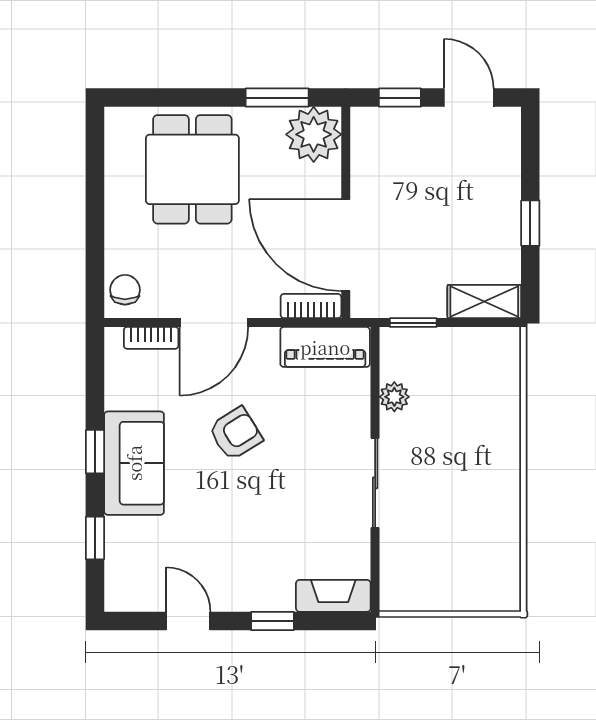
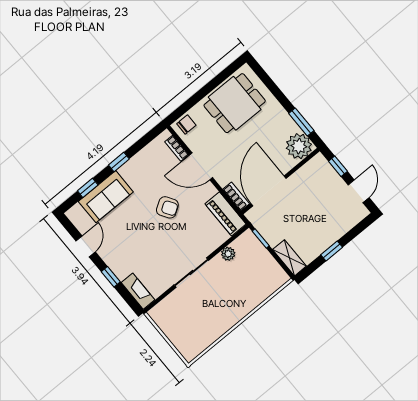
dining table: (192, 169) -> (235, 103), moved
sofa: (134, 463) -> (106, 197), moved

